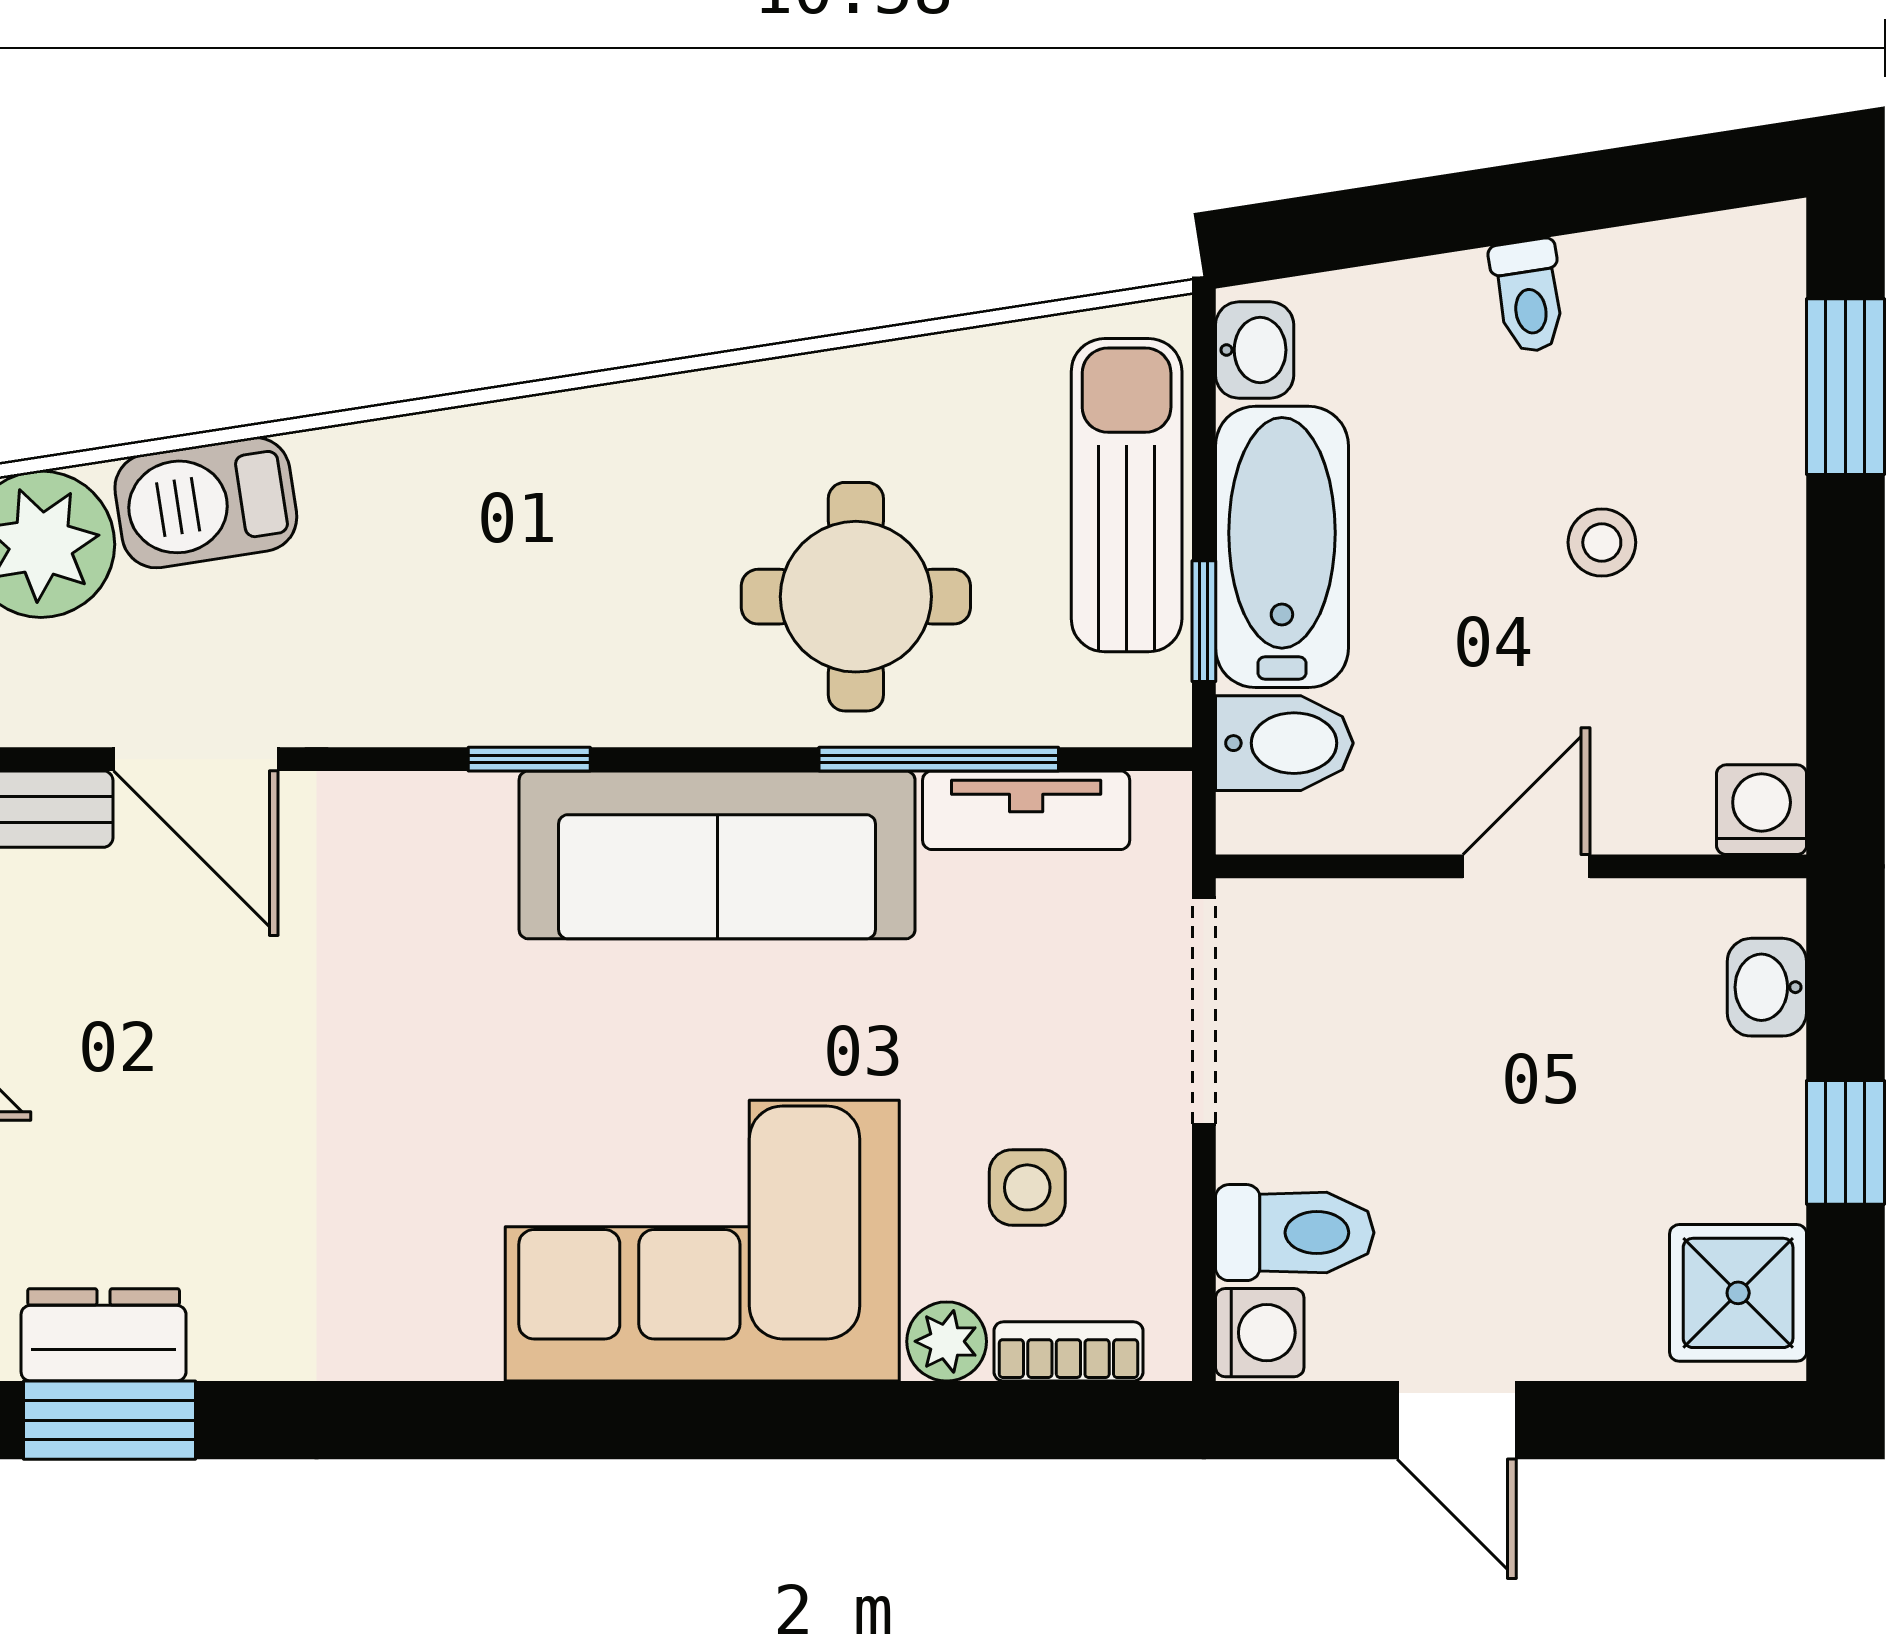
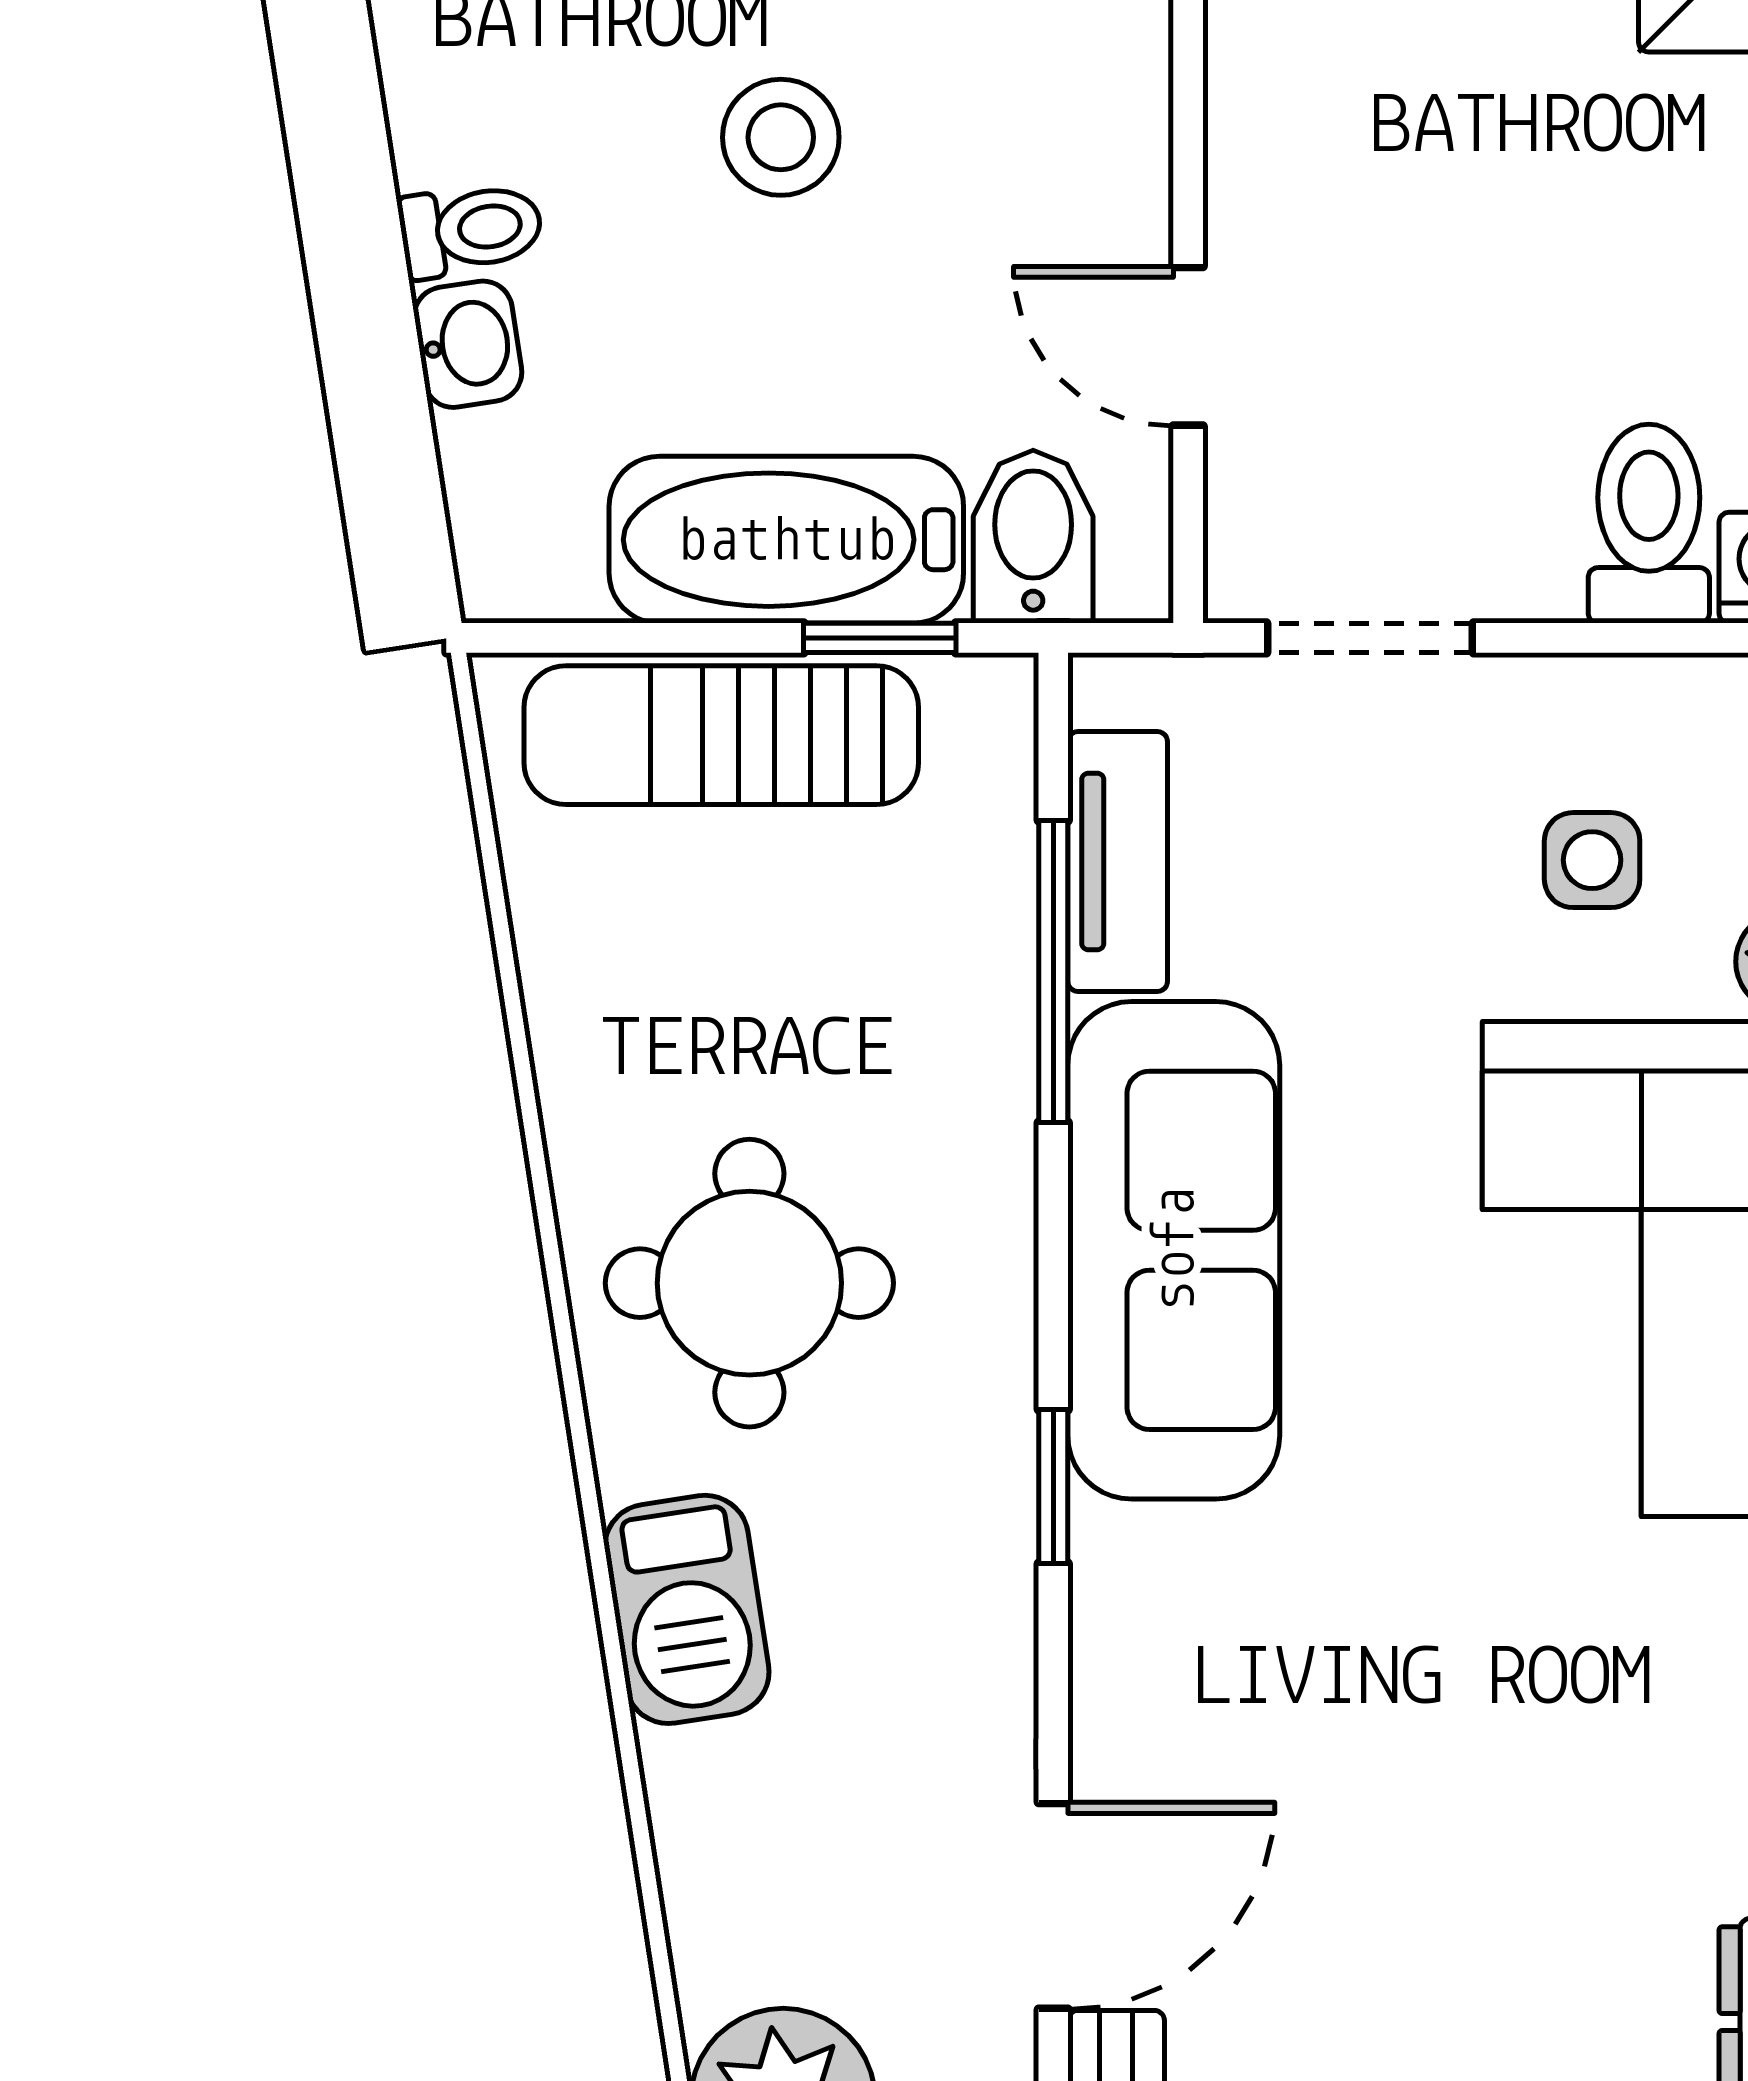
washbasin: (1255, 350) -> (468, 344), moved, turned 81
barbecue: (206, 503) -> (687, 1609), moved
stool: (1602, 542) -> (781, 137), width x1.37, depth x1.37
round table: (856, 597) -> (749, 1283), moved
door: (1526, 866) -> (1188, 346), moved
doorway: (1204, 1011) -> (1370, 638), width x0.73

